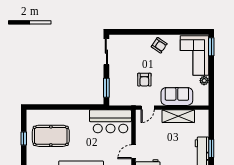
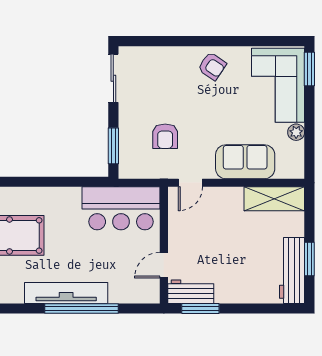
armchair: (144, 80) -> (165, 136), moved
shelving: (178, 116) -> (274, 199), moved

